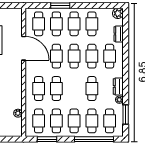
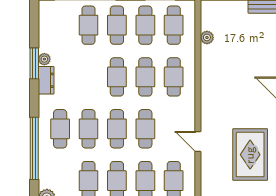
dresser: (119, 34) -> (46, 164), removed
window: (126, 44) -> (34, 148), added
door: (24, 48) -> (198, 141), width x0.53
cafe table: (92, 89) -> (117, 77), moved
window: (126, 115) -> (34, 63), moved
cafe table: (110, 121) -> (60, 25), removed

